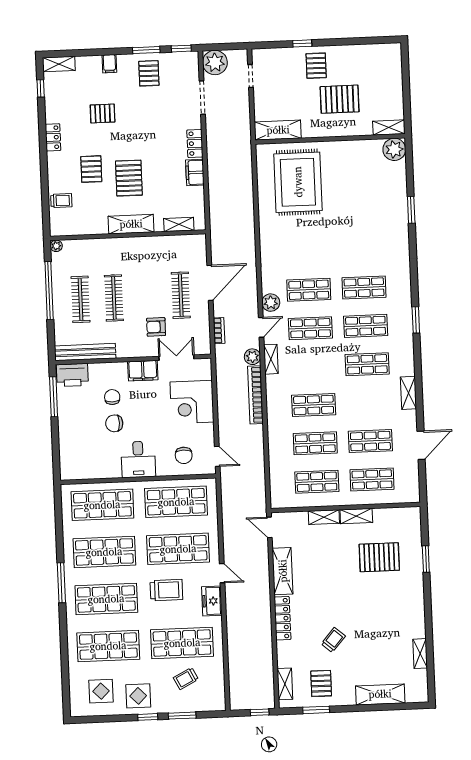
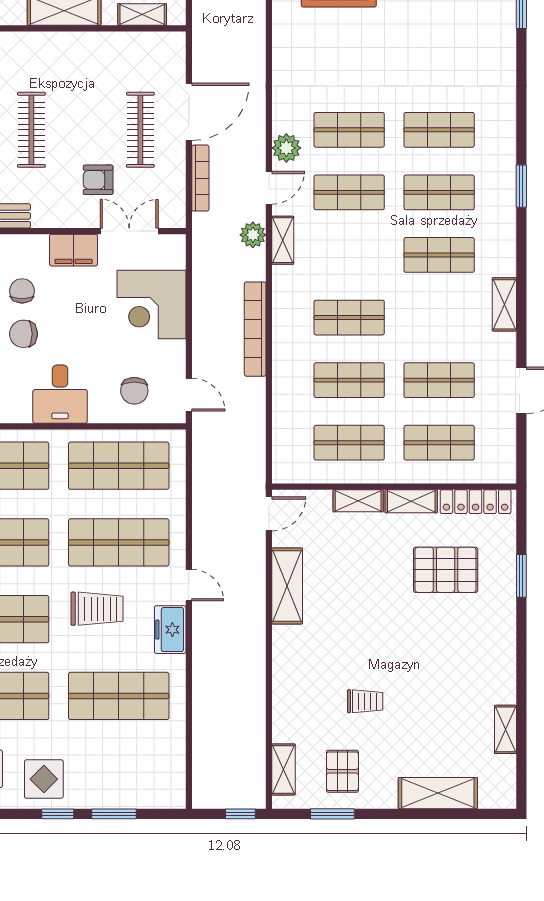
bookcase: (219, 331) -> (200, 178), width x1.56
bookcase: (255, 395) -> (255, 329), moved
door: (269, 527) -> (269, 514), swing flipped
locker: (283, 618) -> (476, 502), moved, turned 90
trolley: (333, 640) -> (365, 701), turned 49
trolley: (186, 678) -> (123, 754), removed

